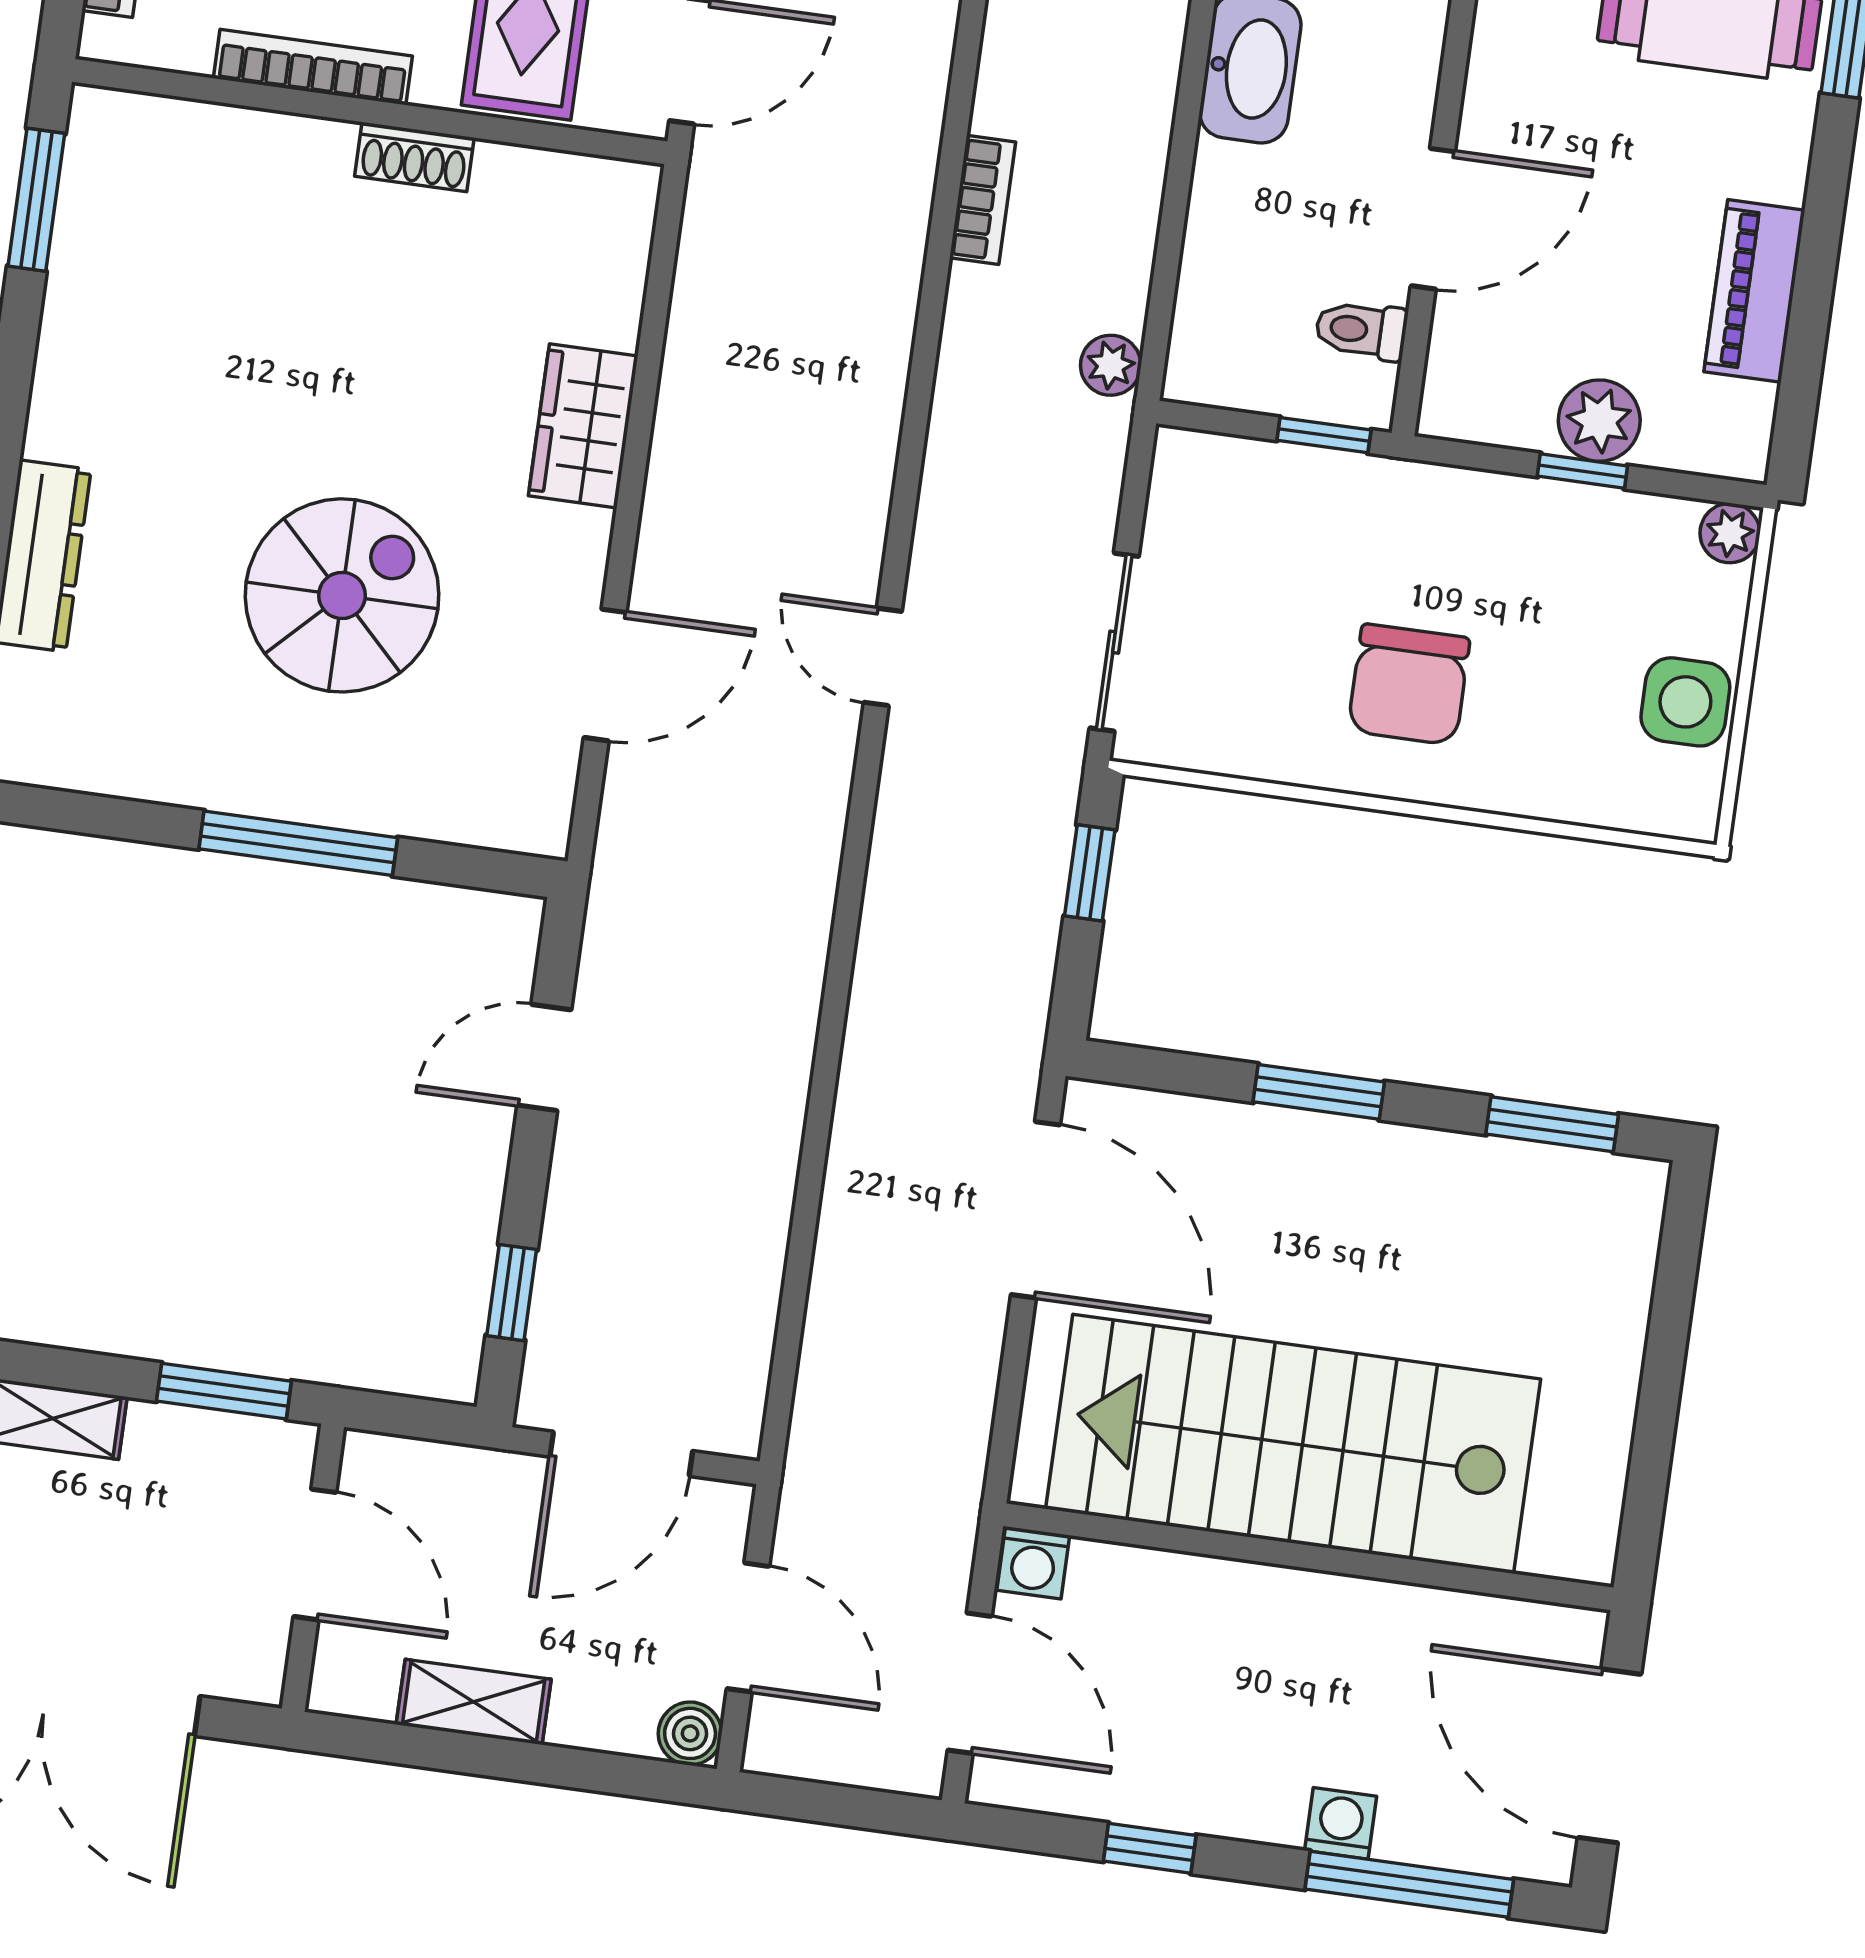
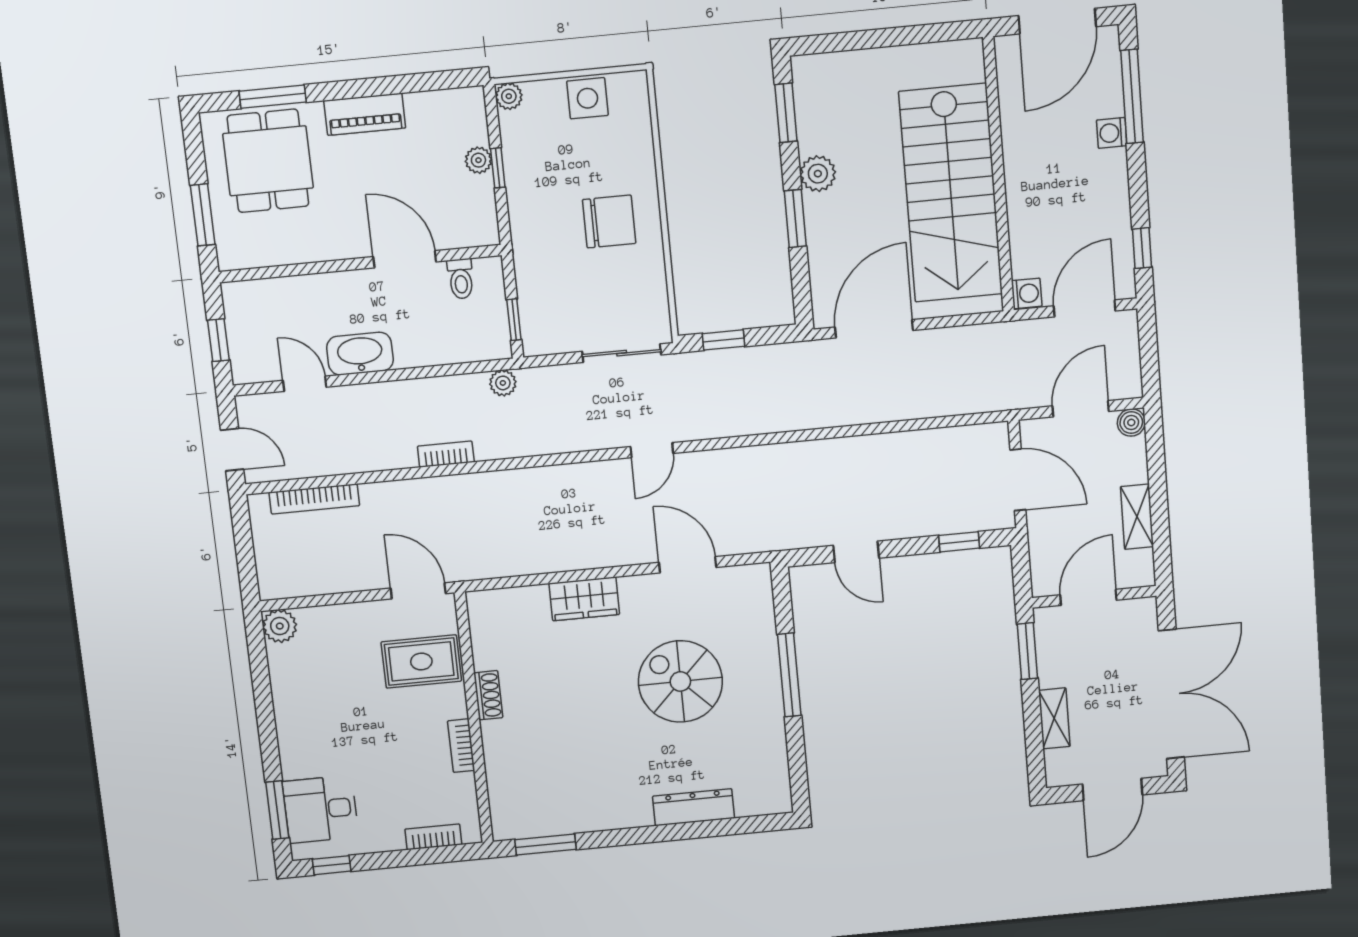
bookcase: (313, 67) -> (461, 746), width x0.64
piano: (1754, 291) -> (365, 114), moved
plant: (1599, 421) -> (478, 160), width x0.73, depth x0.73
window: (1324, 435) -> (514, 320), moved
plant: (1404, 1164) -> (818, 174), added
window: (1150, 1848) -> (1142, 248), moved

